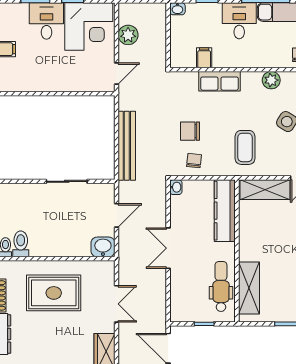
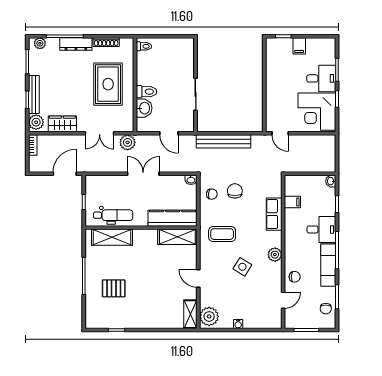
plant: (128, 35) -> (128, 142), moved
shelving: (265, 190) -> (177, 237), moved, turned 90
toilet: (21, 244) -> (146, 92), moved
washbasin: (103, 247) -> (144, 108), moved

